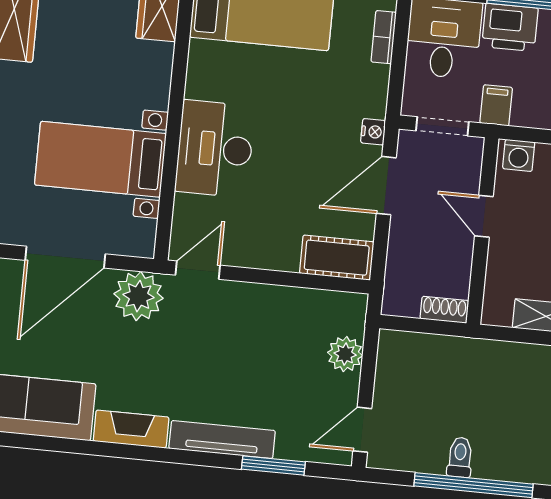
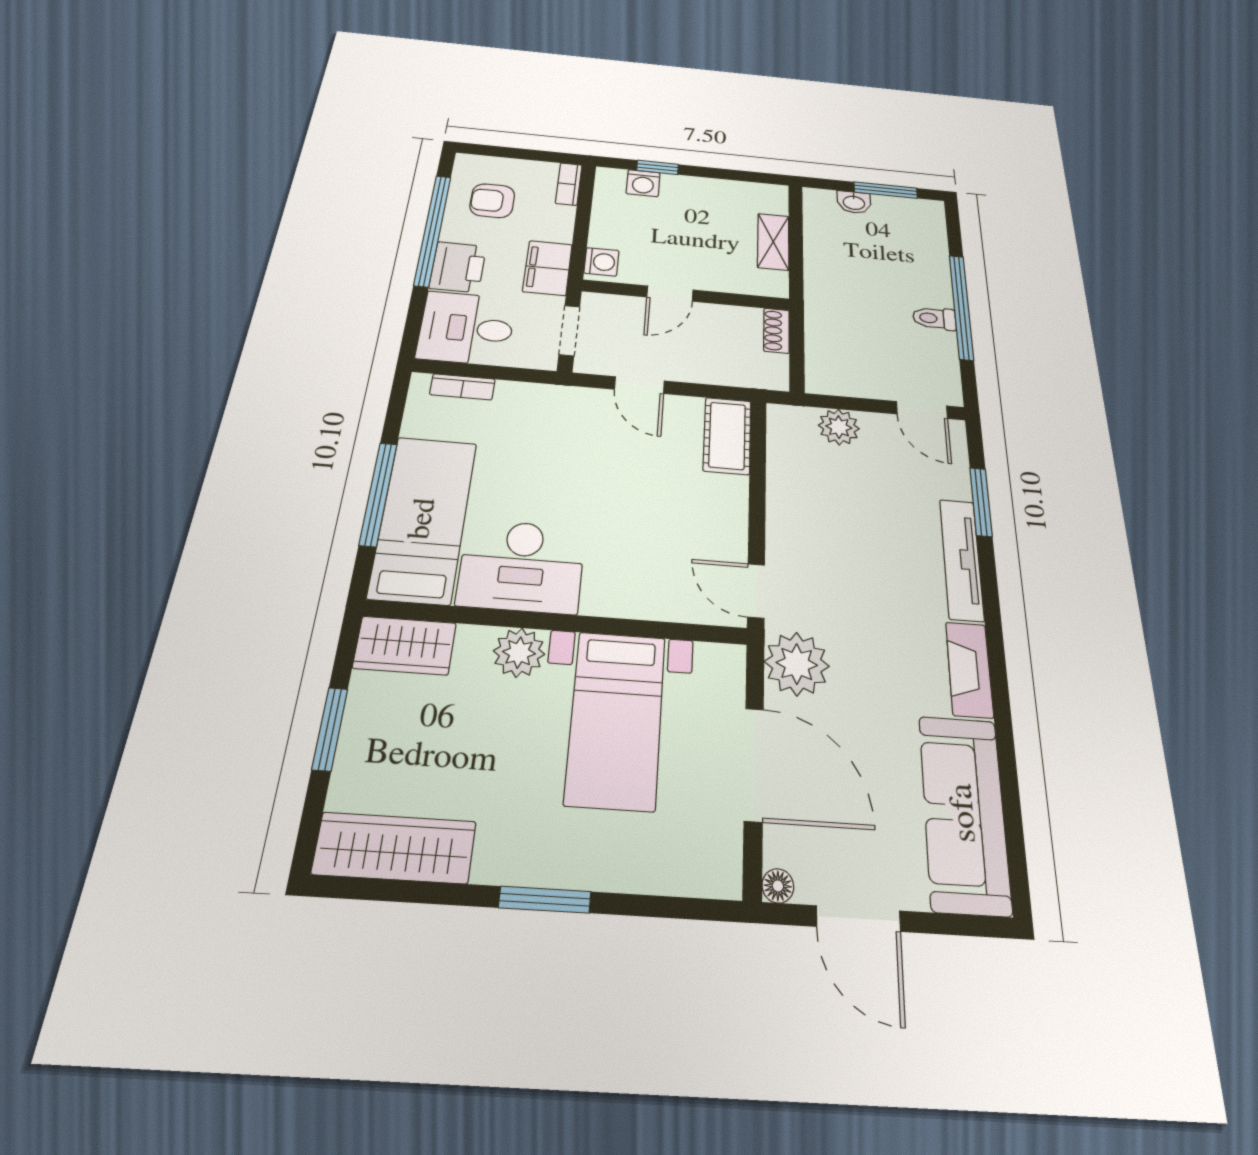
plant: (152, 89) -> (519, 653), added
filing cabinet: (496, 105) -> (547, 268), width x2.00
nightstand: (373, 132) -> (576, 398), removed
desk: (215, 149) -> (522, 566), moved
door: (386, 186) -> (639, 385), width x0.73

